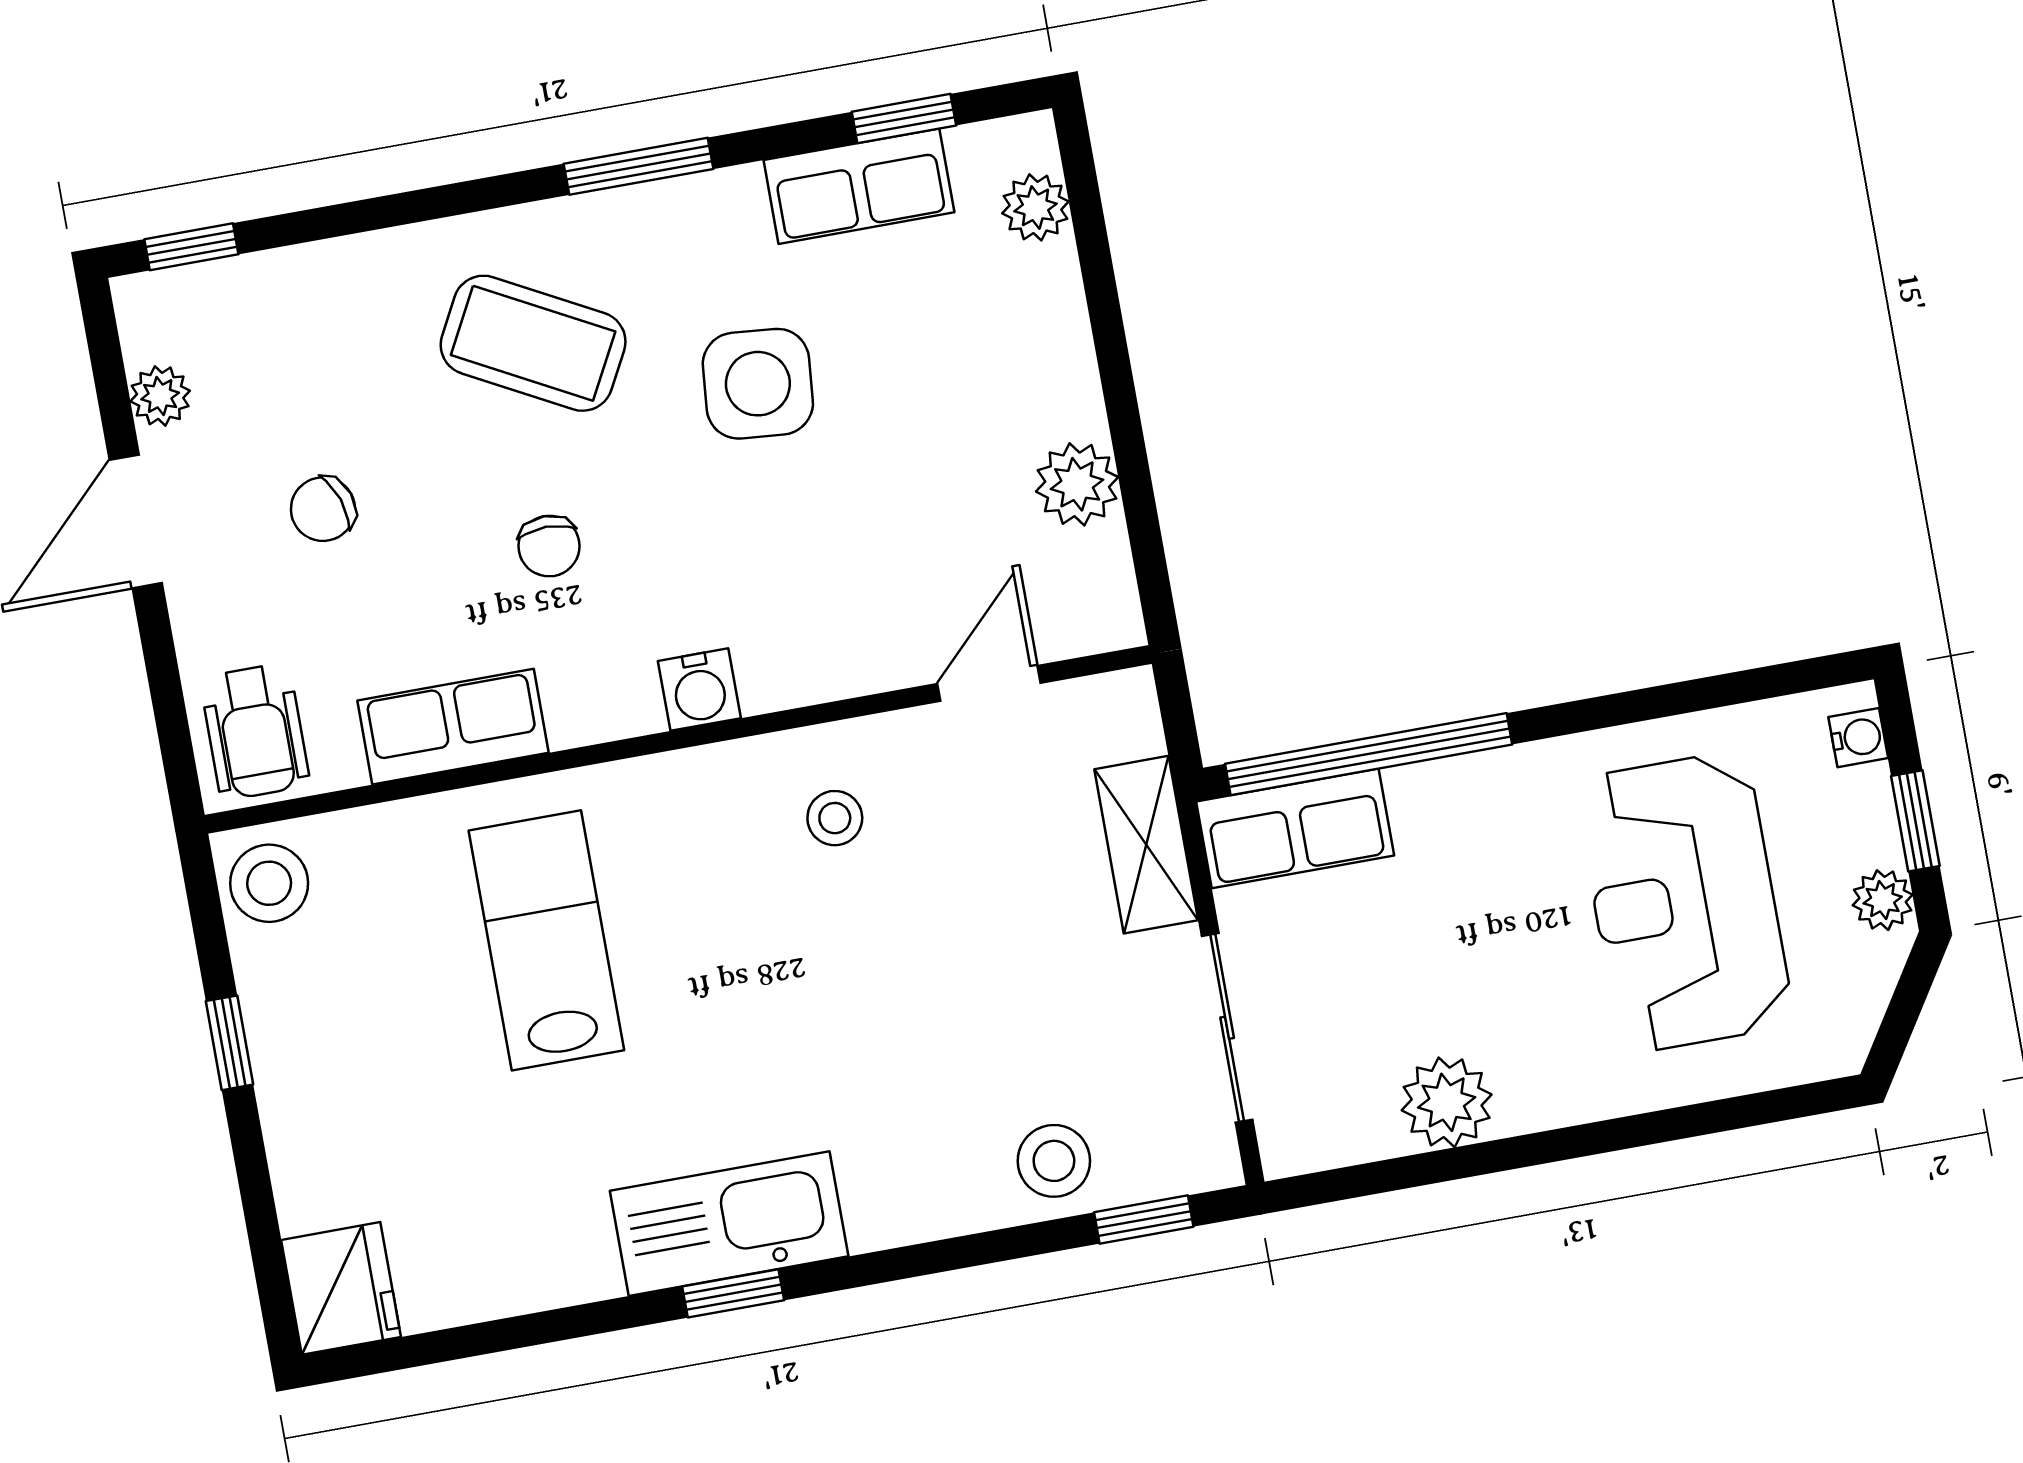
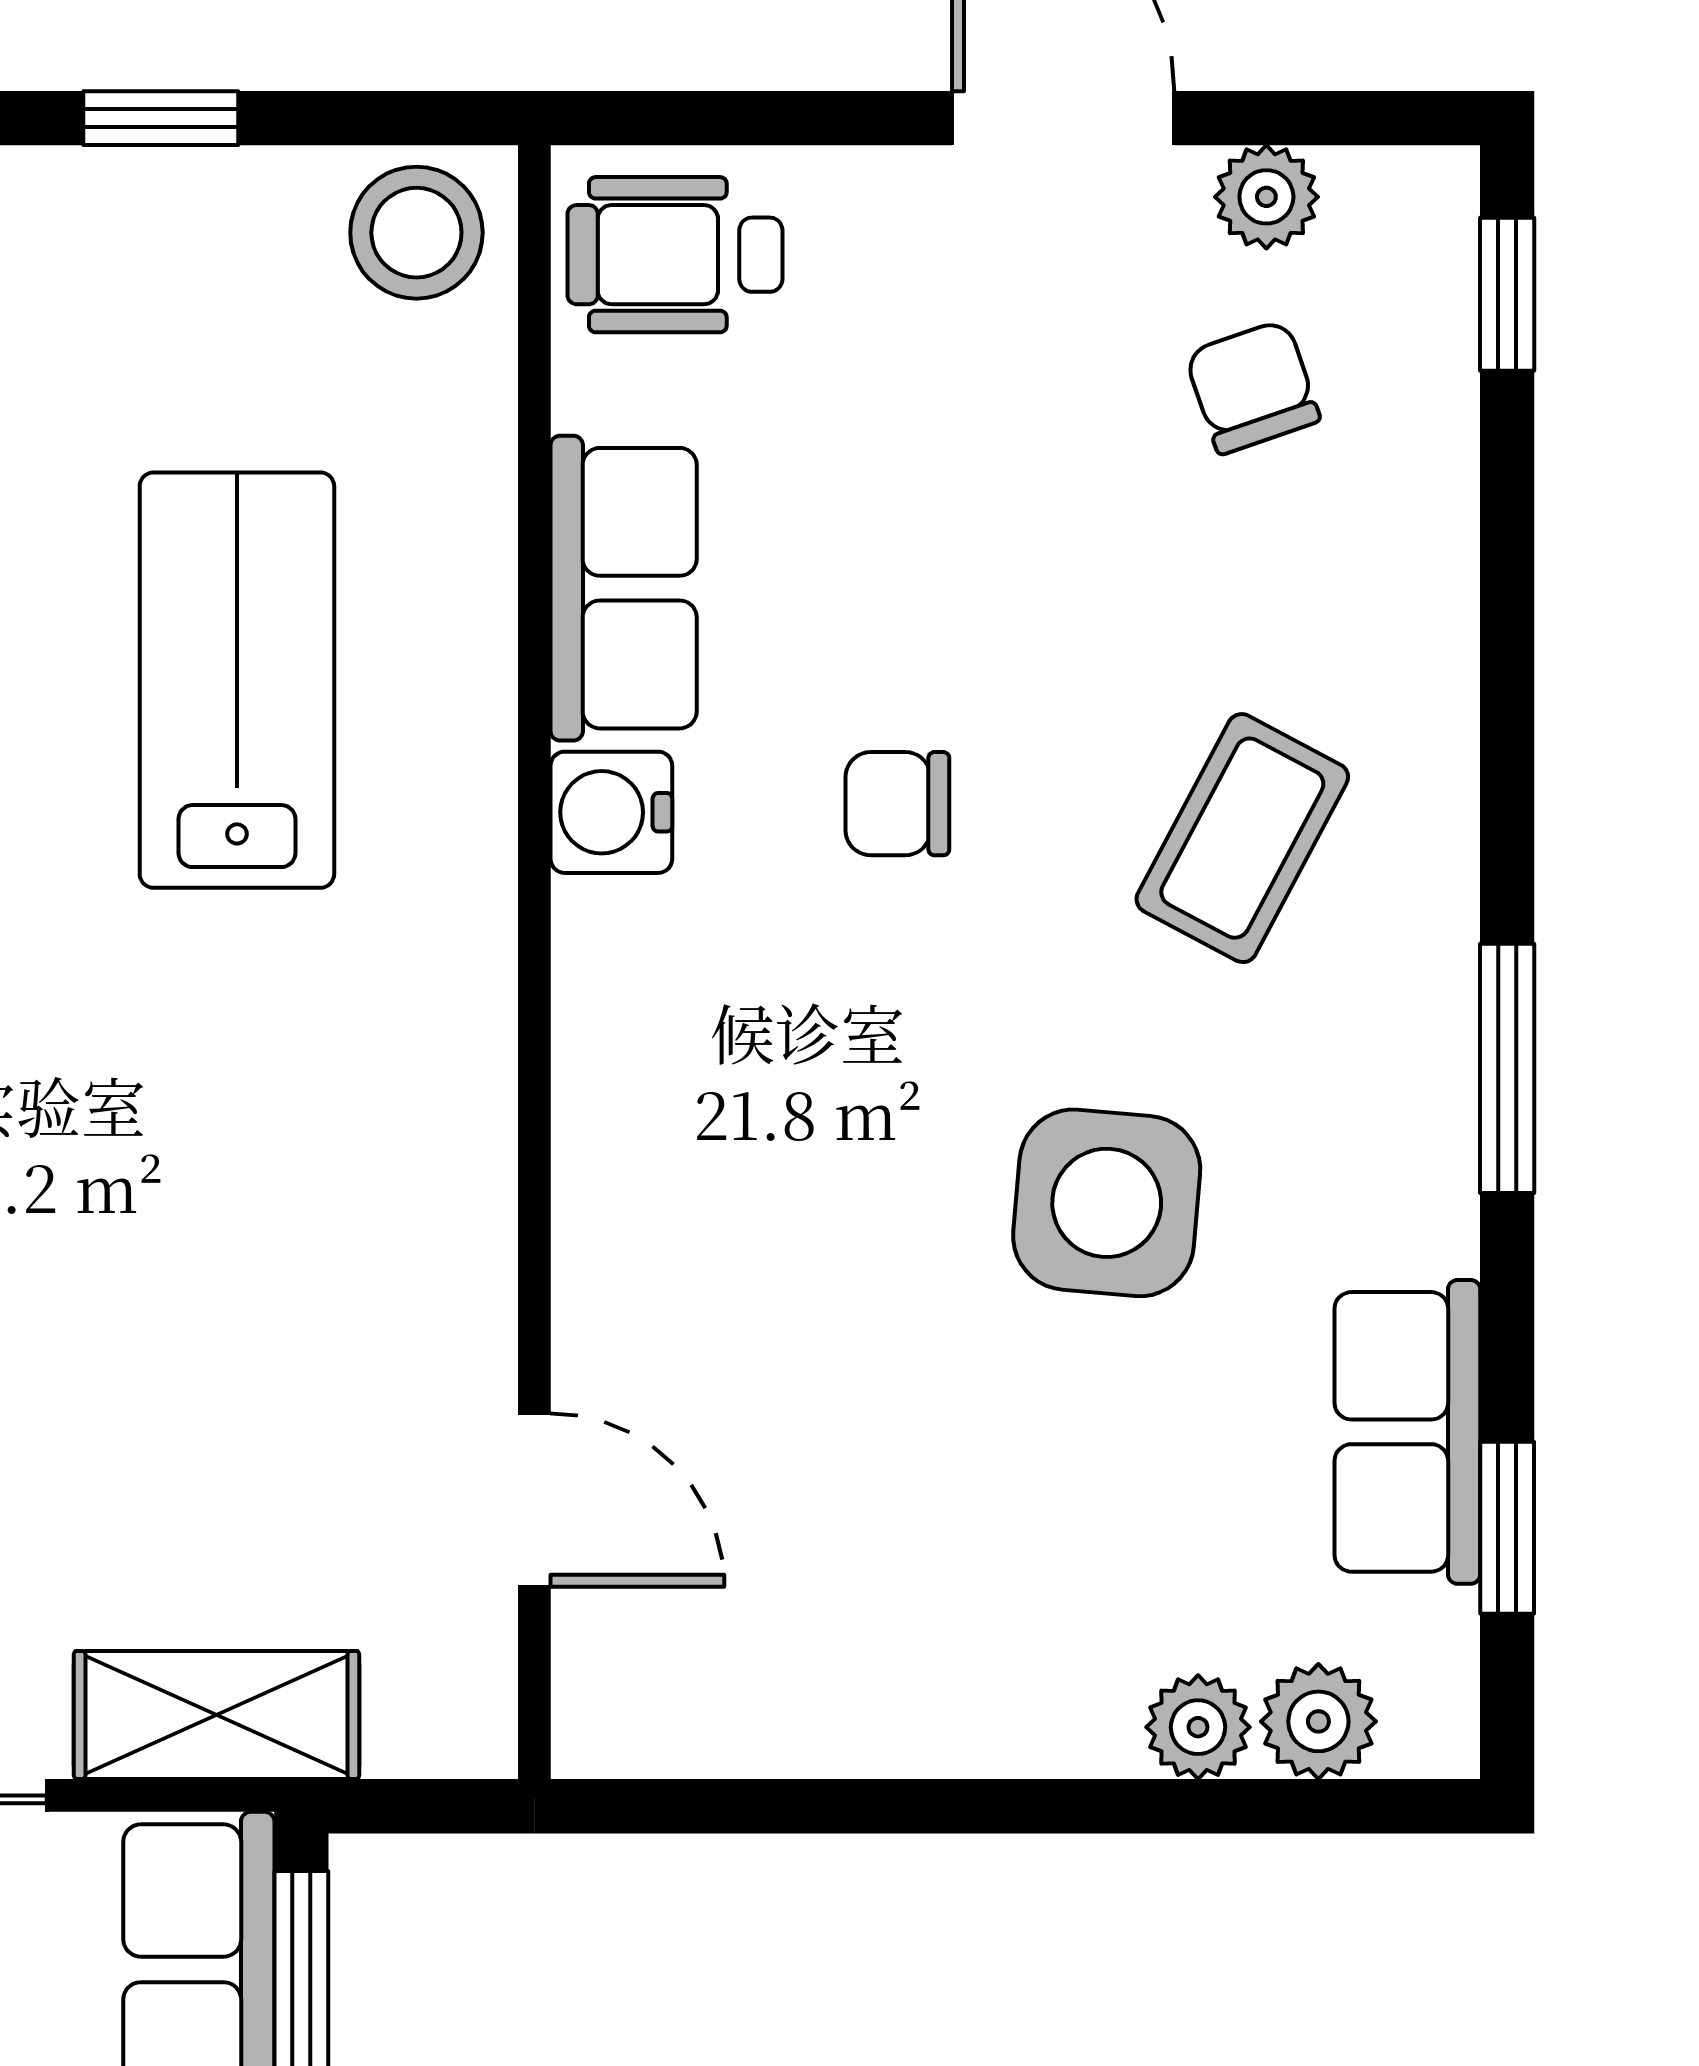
coffee table: (533, 343) -> (1242, 838), width x0.73, depth x0.77
plant: (1077, 484) -> (1198, 1727), moved, width x0.73, depth x0.73
chair: (323, 509) -> (1252, 387), moved
water cooler: (699, 690) -> (611, 812), moved
stool: (835, 818) -> (355, 1201), removed
lab bench: (546, 940) -> (237, 680), turned -90

